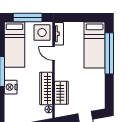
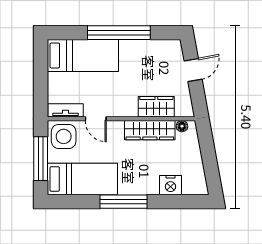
door: (54, 53) -> (96, 119), hinge flipped
window: (109, 53) -> (119, 33), moved
nightstand: (11, 87) -> (170, 185), moved

